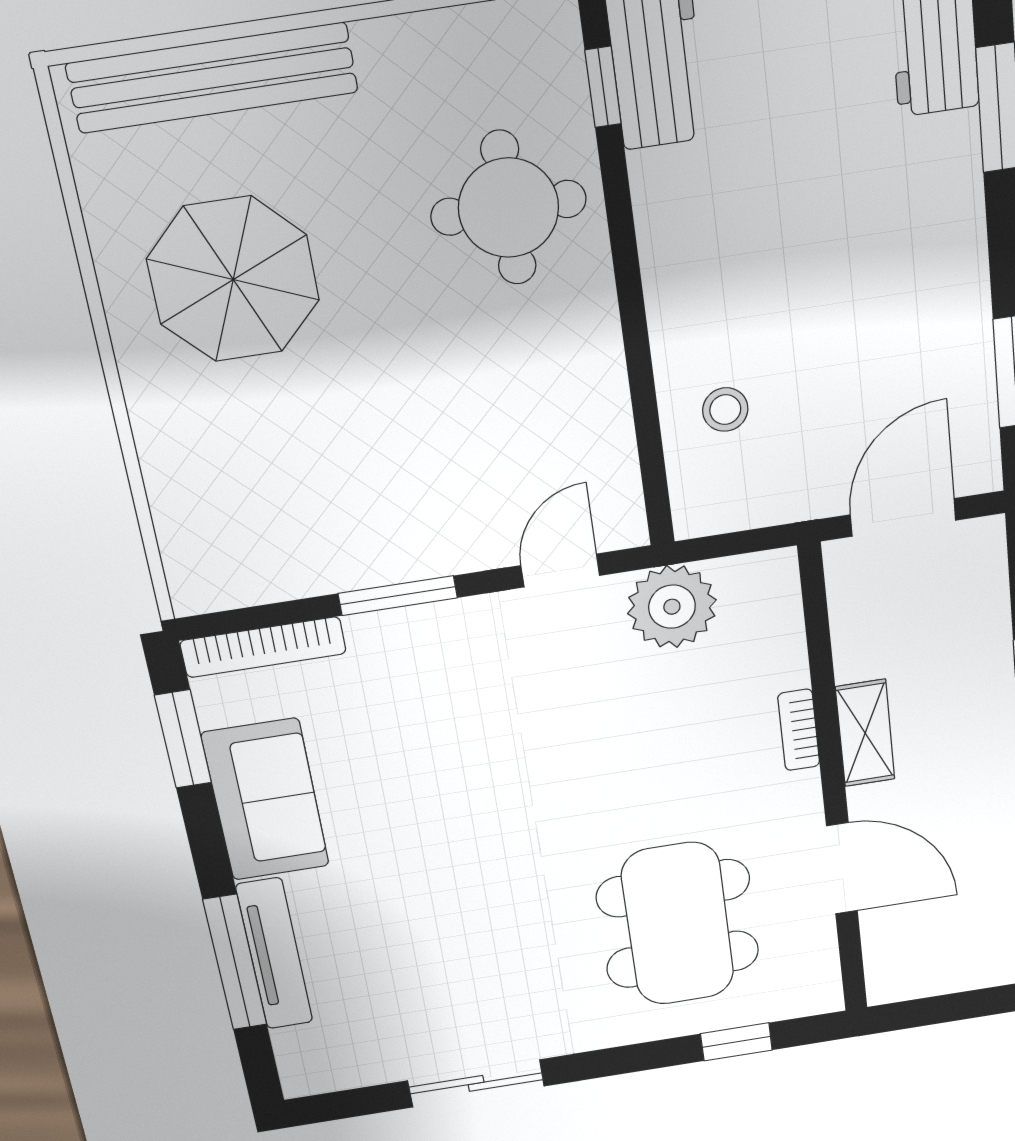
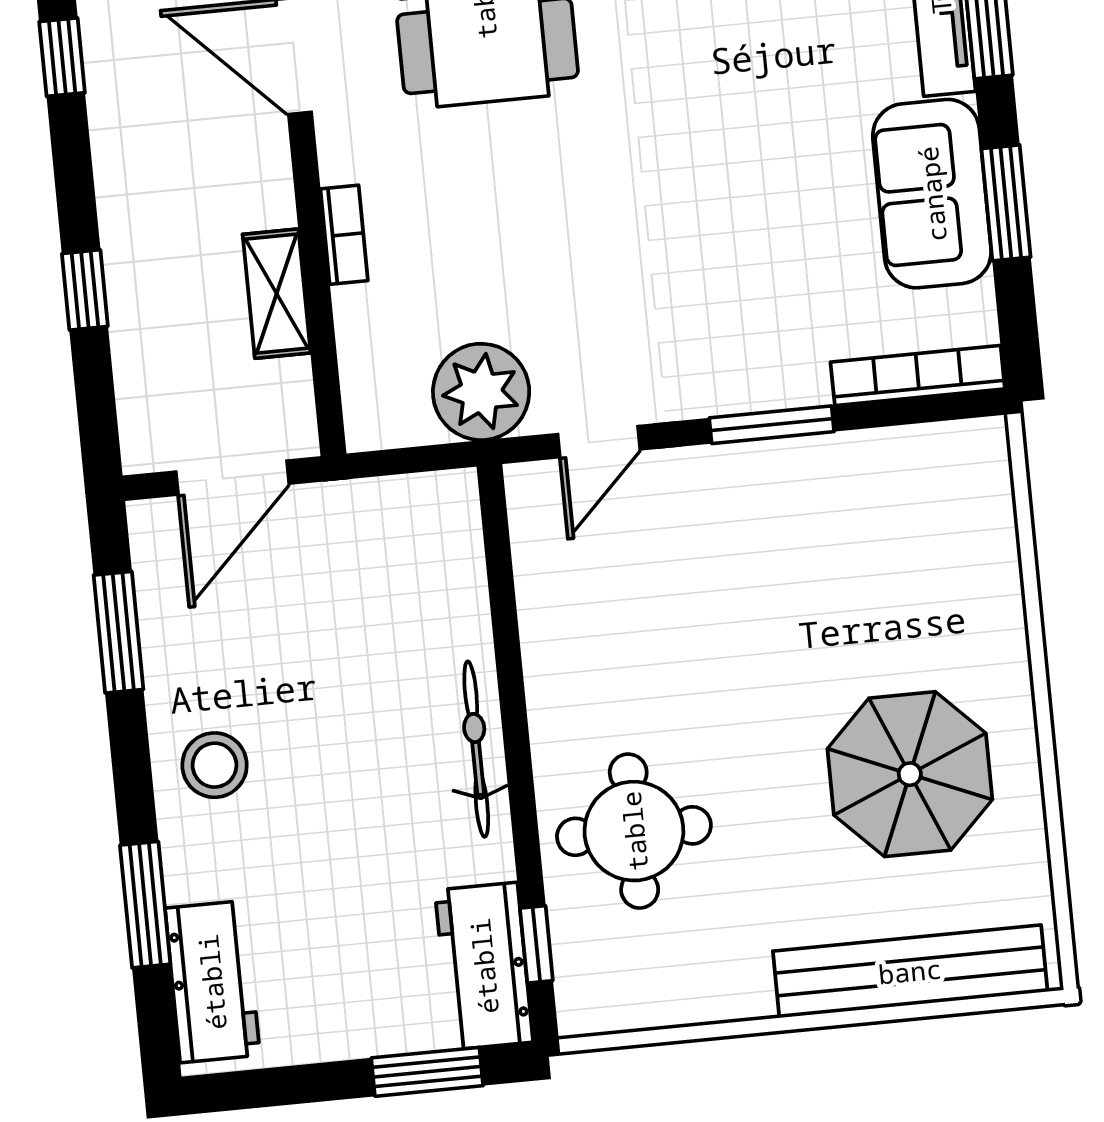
bicycle: (669, 280) -> (476, 749), added
stool: (725, 410) -> (215, 765), moved, width x1.37, depth x1.37
shelving: (865, 733) -> (277, 294), moved
window: (183, 739) -> (1006, 203), moved

